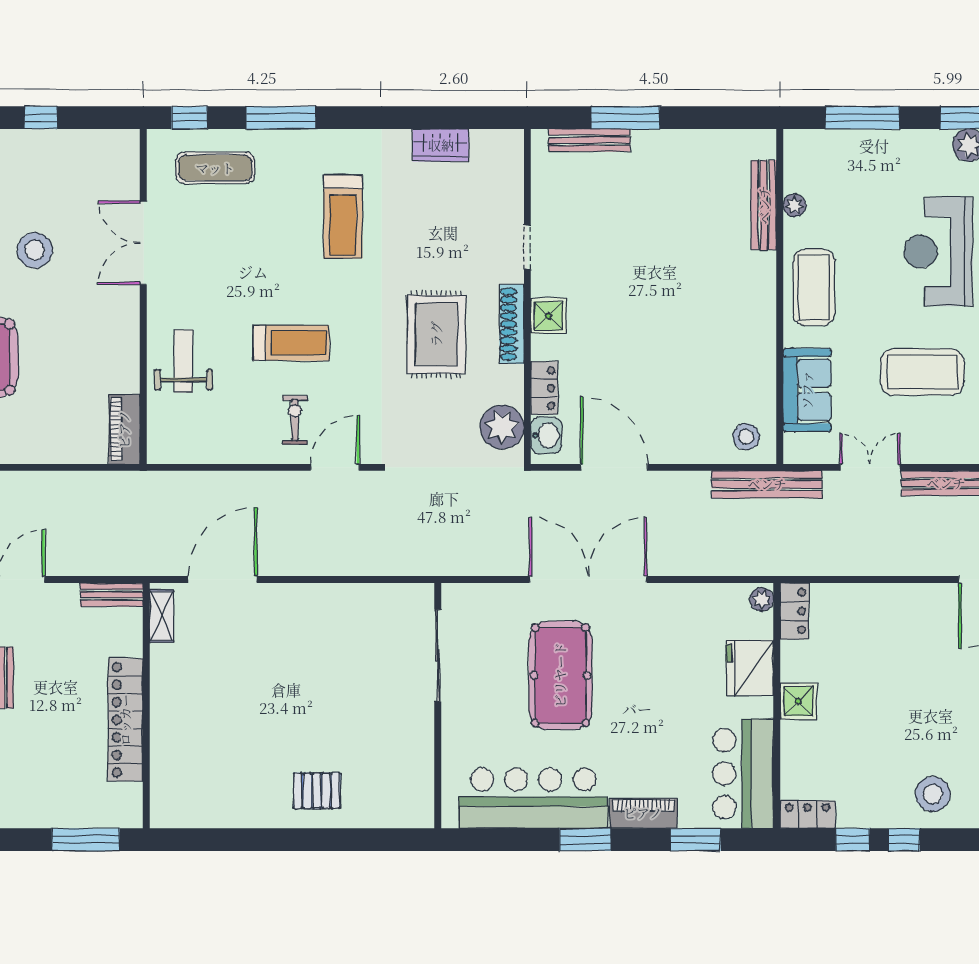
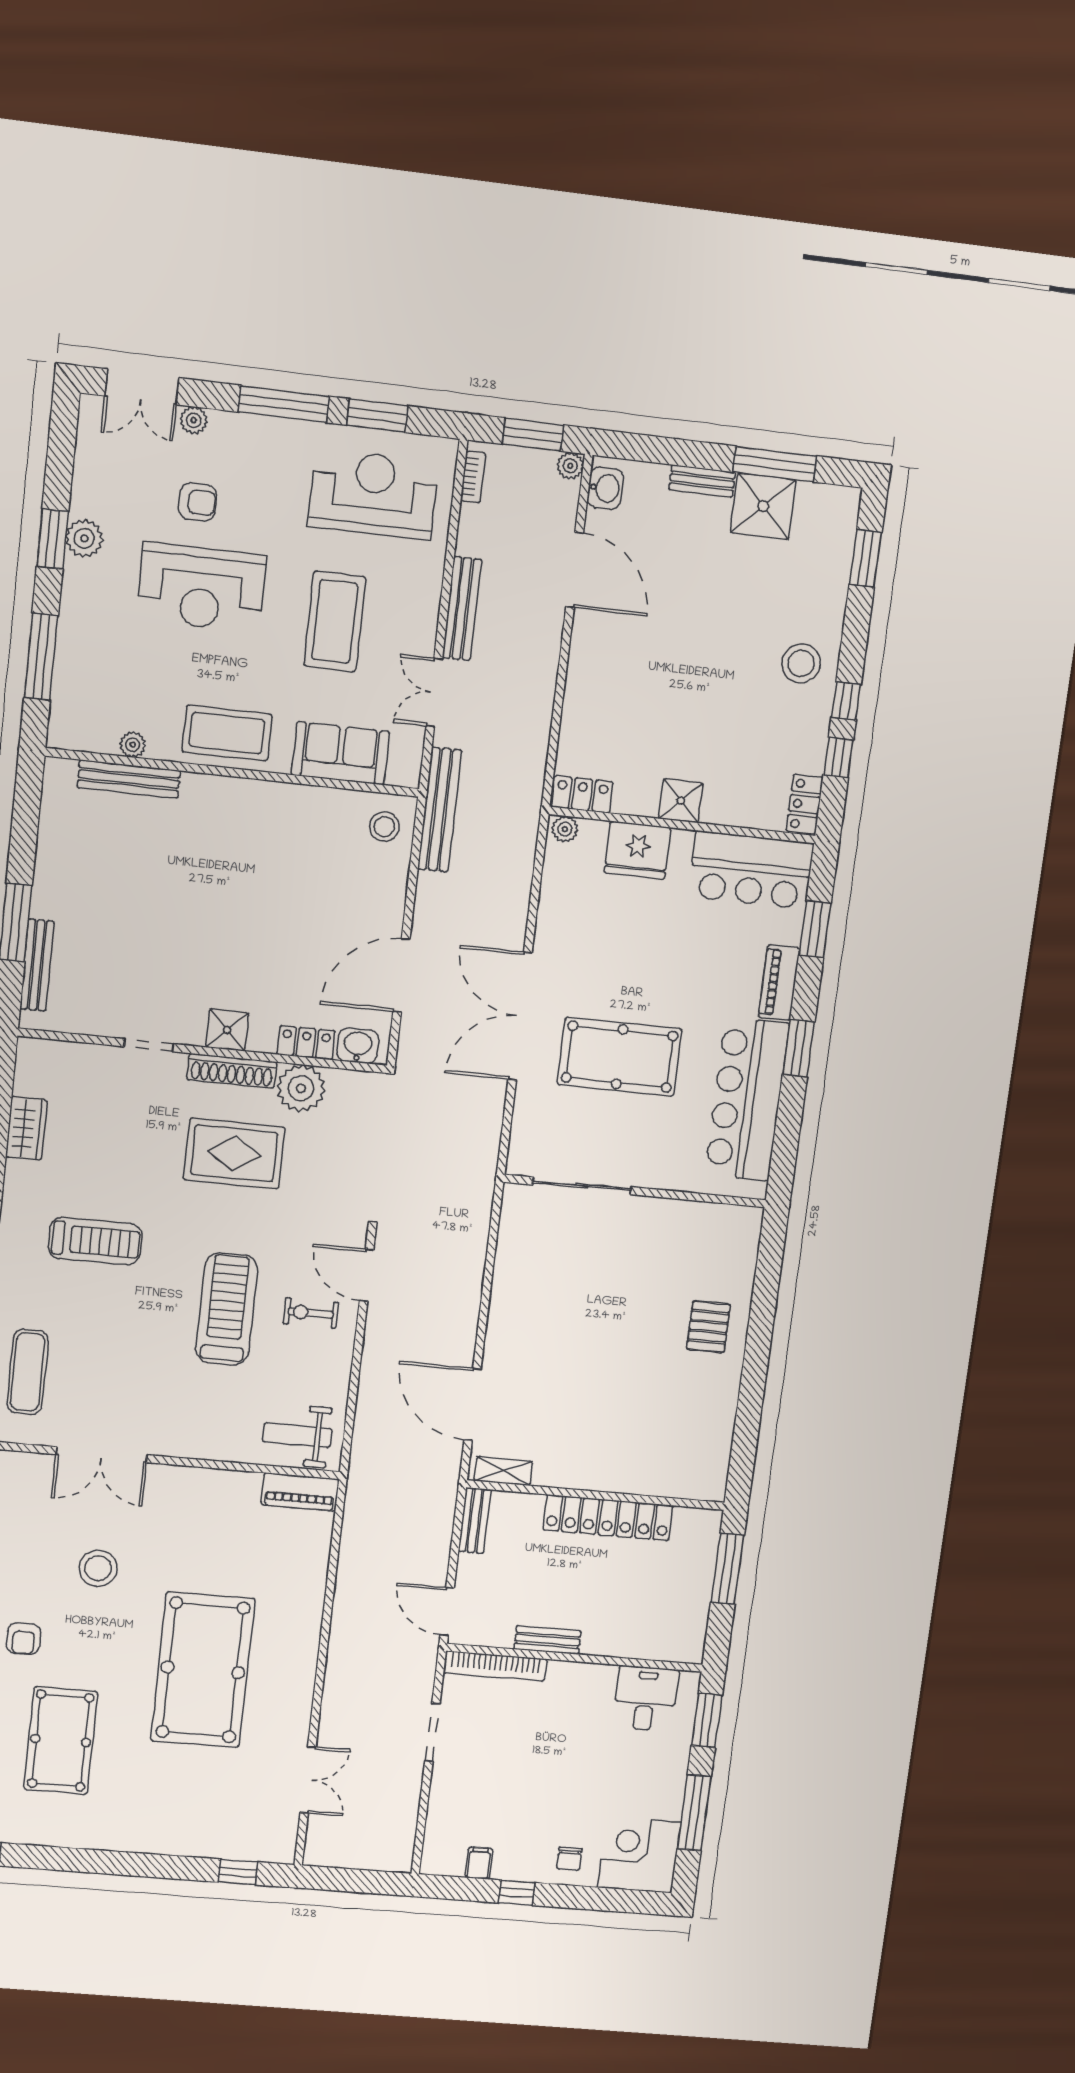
treadmill: (291, 343) -> (227, 1309), width x1.37, depth x1.38
weight bench: (184, 361) -> (297, 1435), moved
plant: (502, 427) -> (301, 1088), moved

